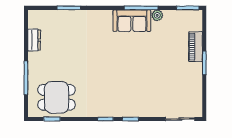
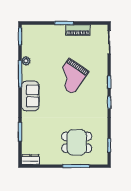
sofa: (132, 21) -> (30, 96), moved
dresser: (34, 40) -> (30, 160), moved
piano: (196, 47) -> (78, 30), moved
grand piano: (138, 72) -> (71, 76), added
dining table: (56, 97) -> (77, 142), moved, turned 90

